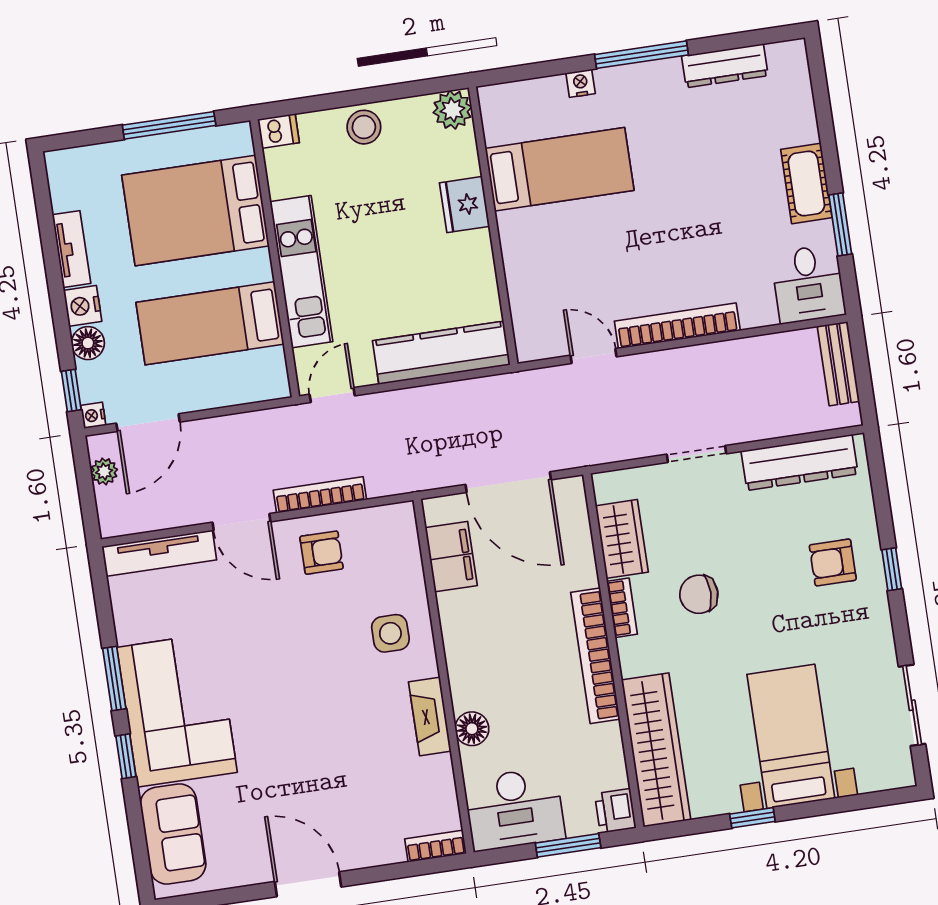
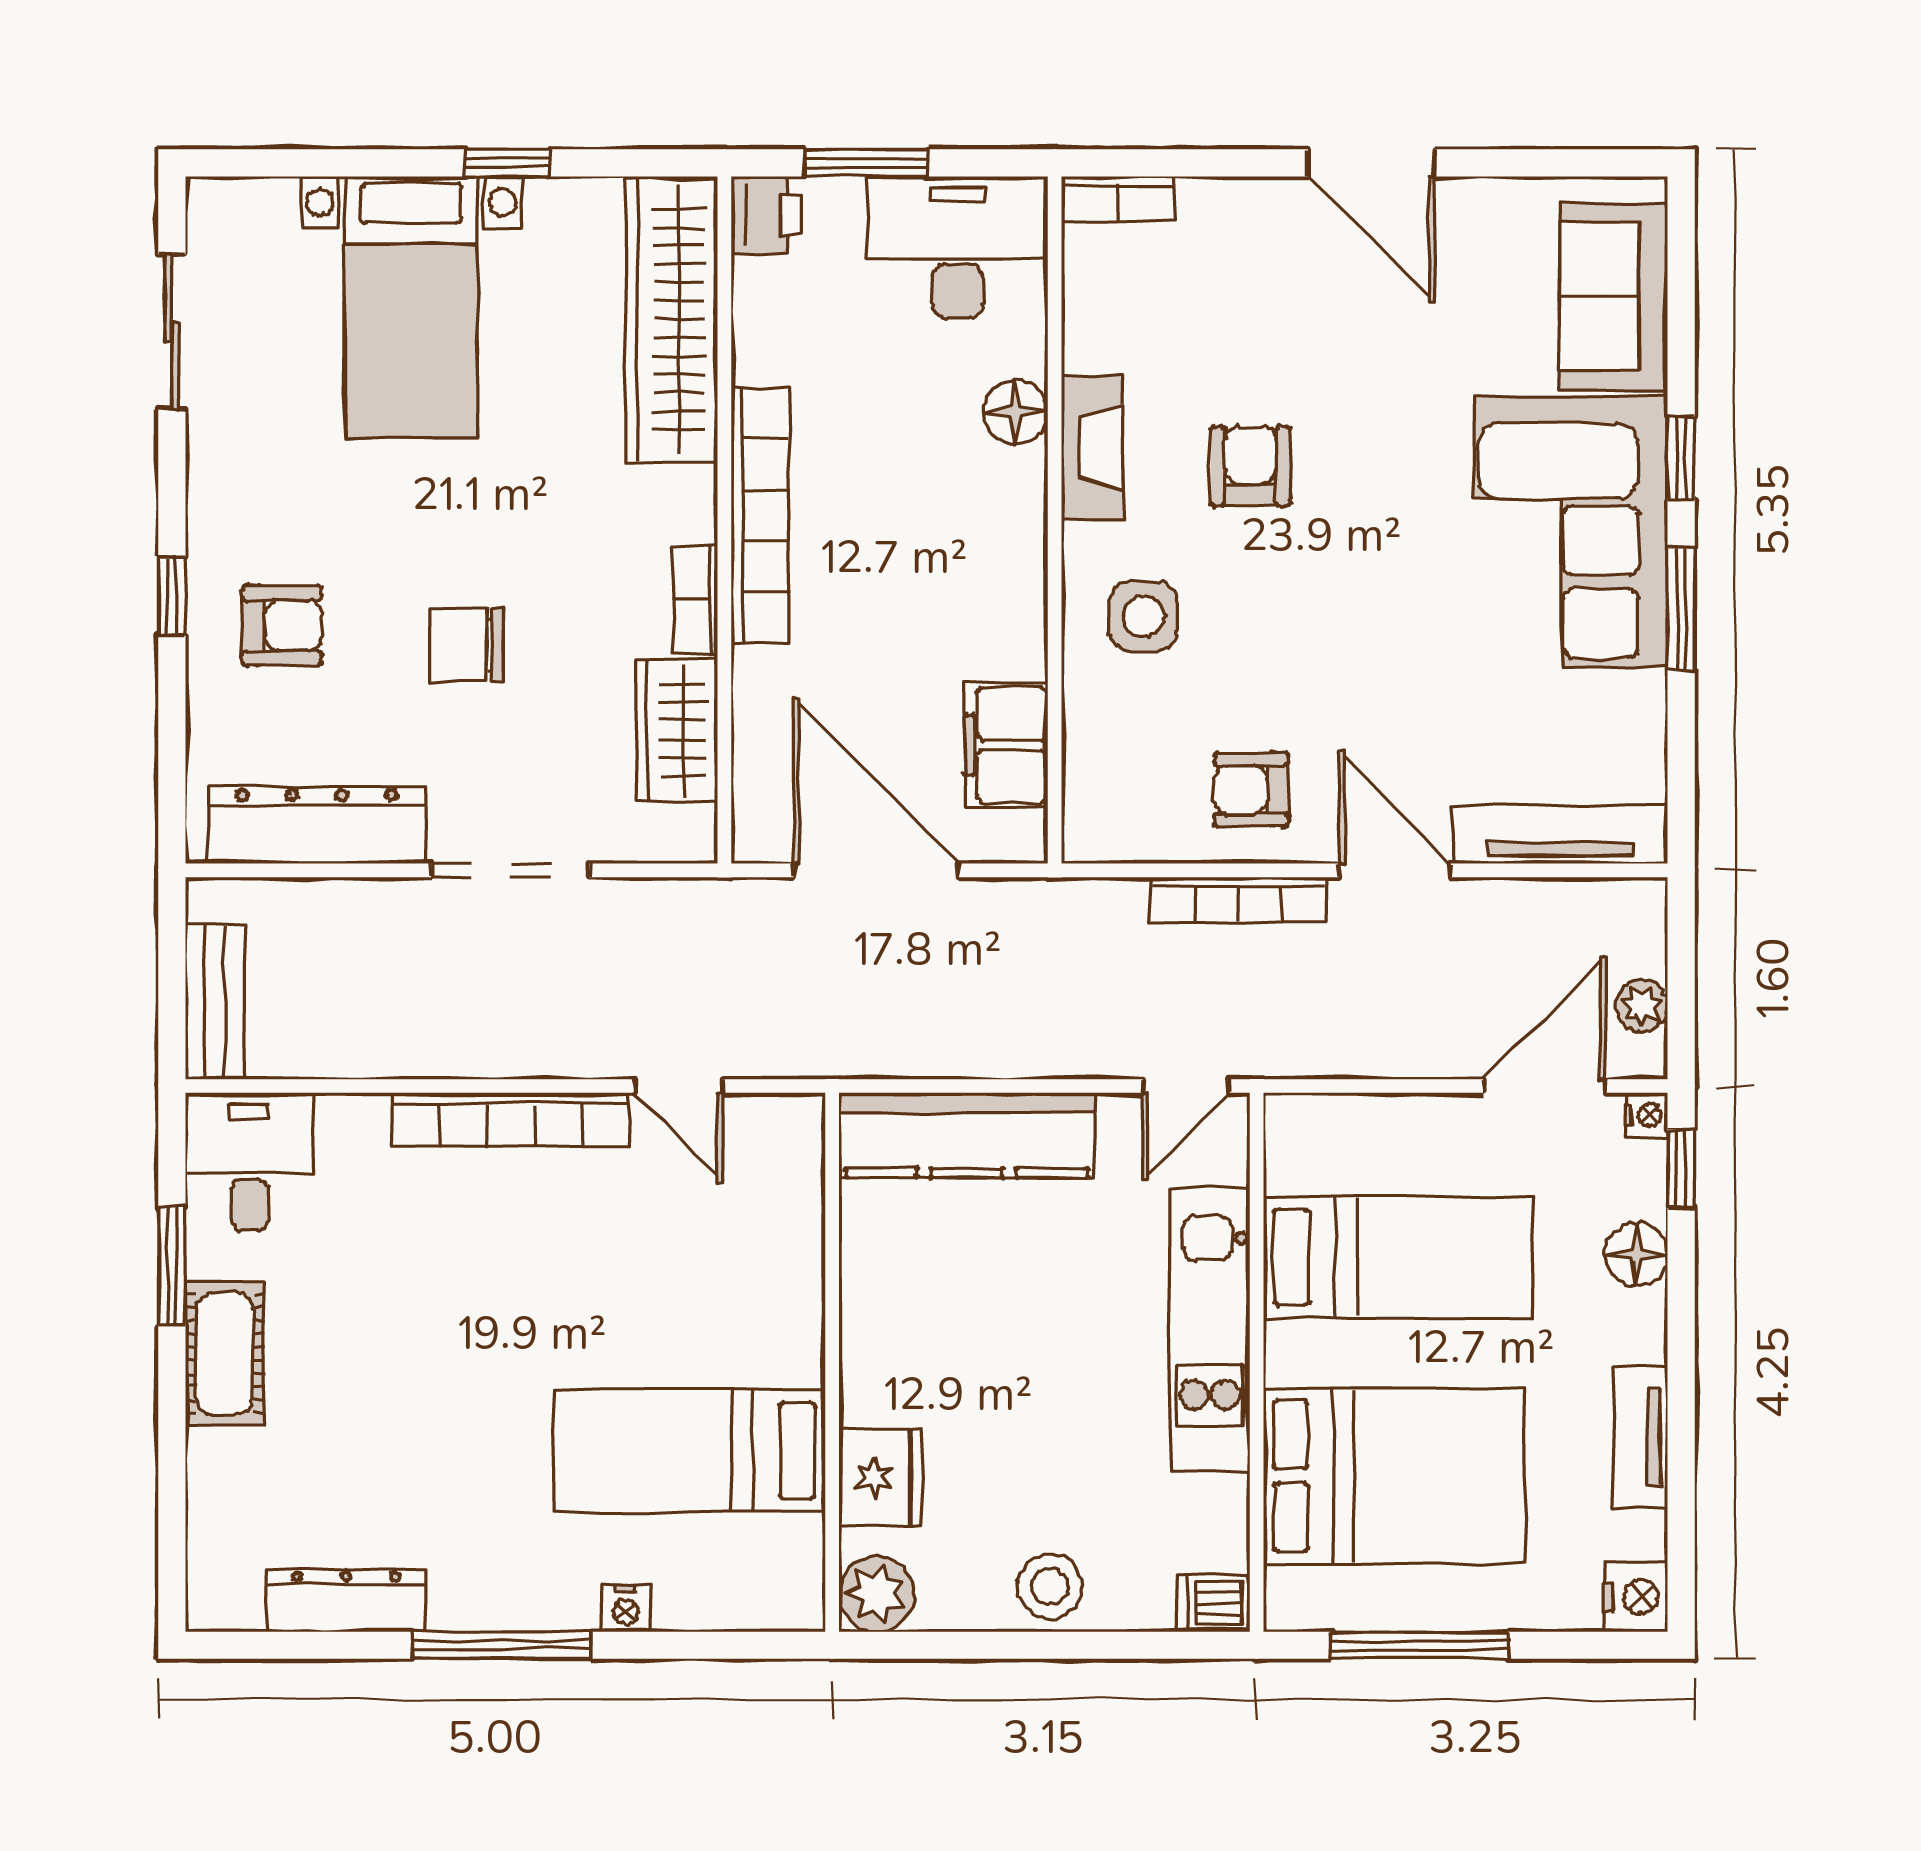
fridge: (464, 205) -> (881, 1478), moved
nightstand: (83, 306) -> (1636, 1597), moved
doorway: (697, 454) -> (510, 870), width x1.38
chair: (699, 594) -> (467, 645), moved, turned 180
armchair: (347, 719) -> (1250, 466), added

